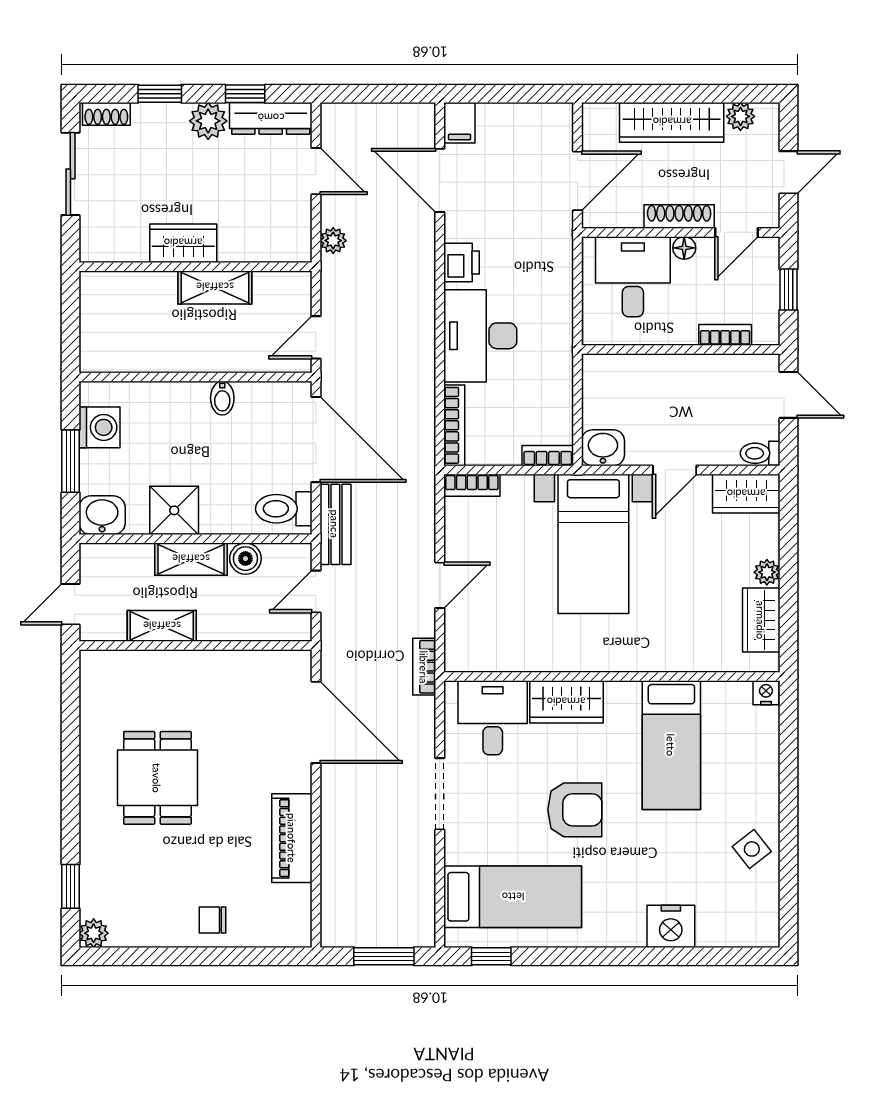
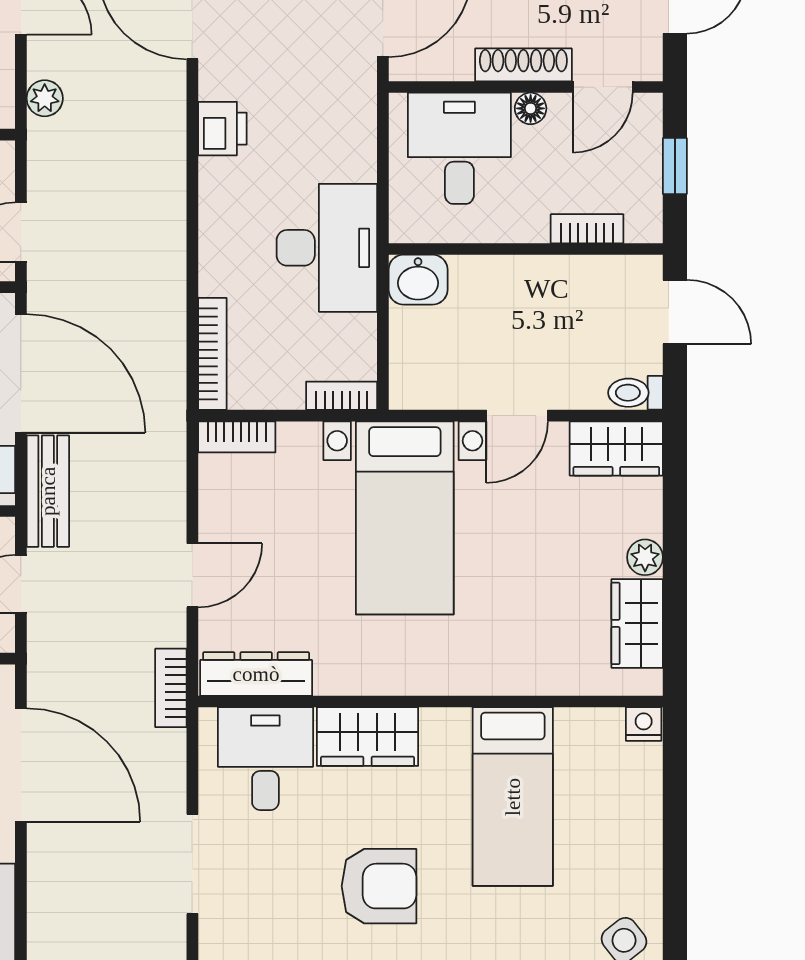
desk: (480, 336) -> (327, 248), moved, turned 180
washbasin: (603, 448) -> (418, 280), moved, turned 180
dresser: (486, 656) -> (256, 674), added

